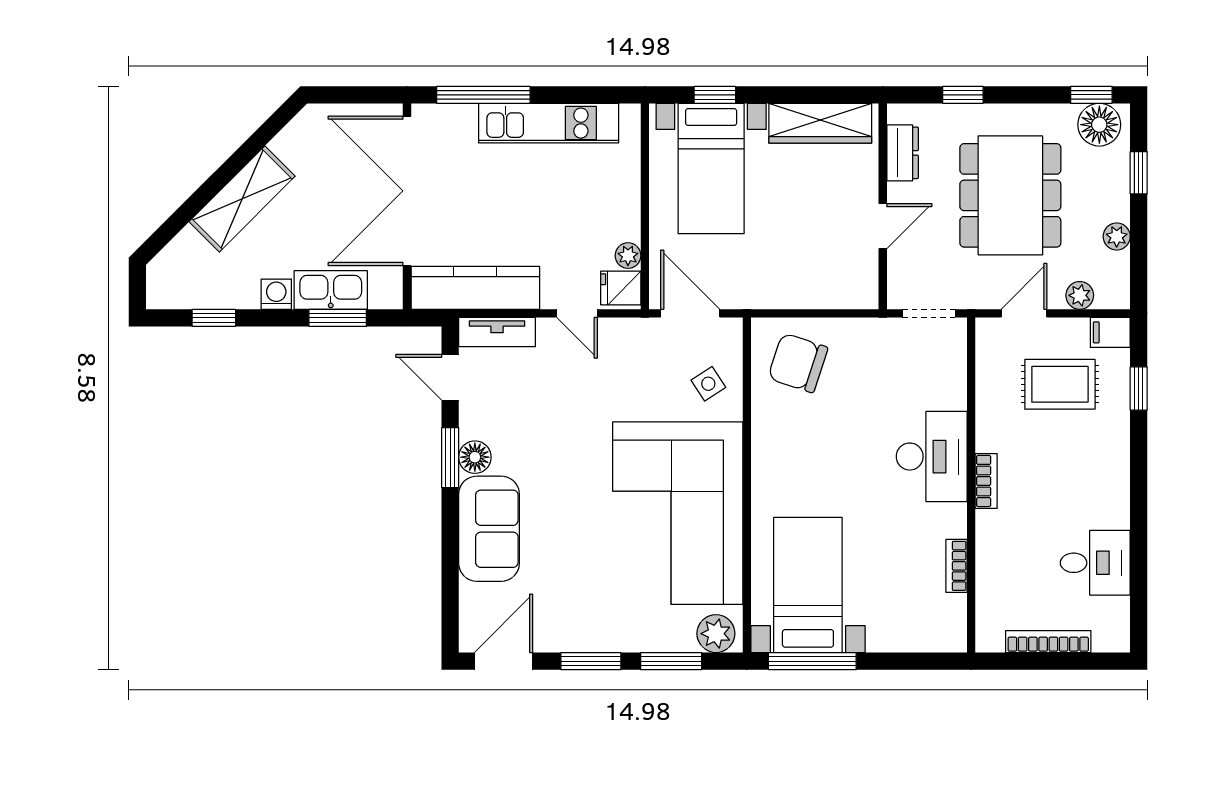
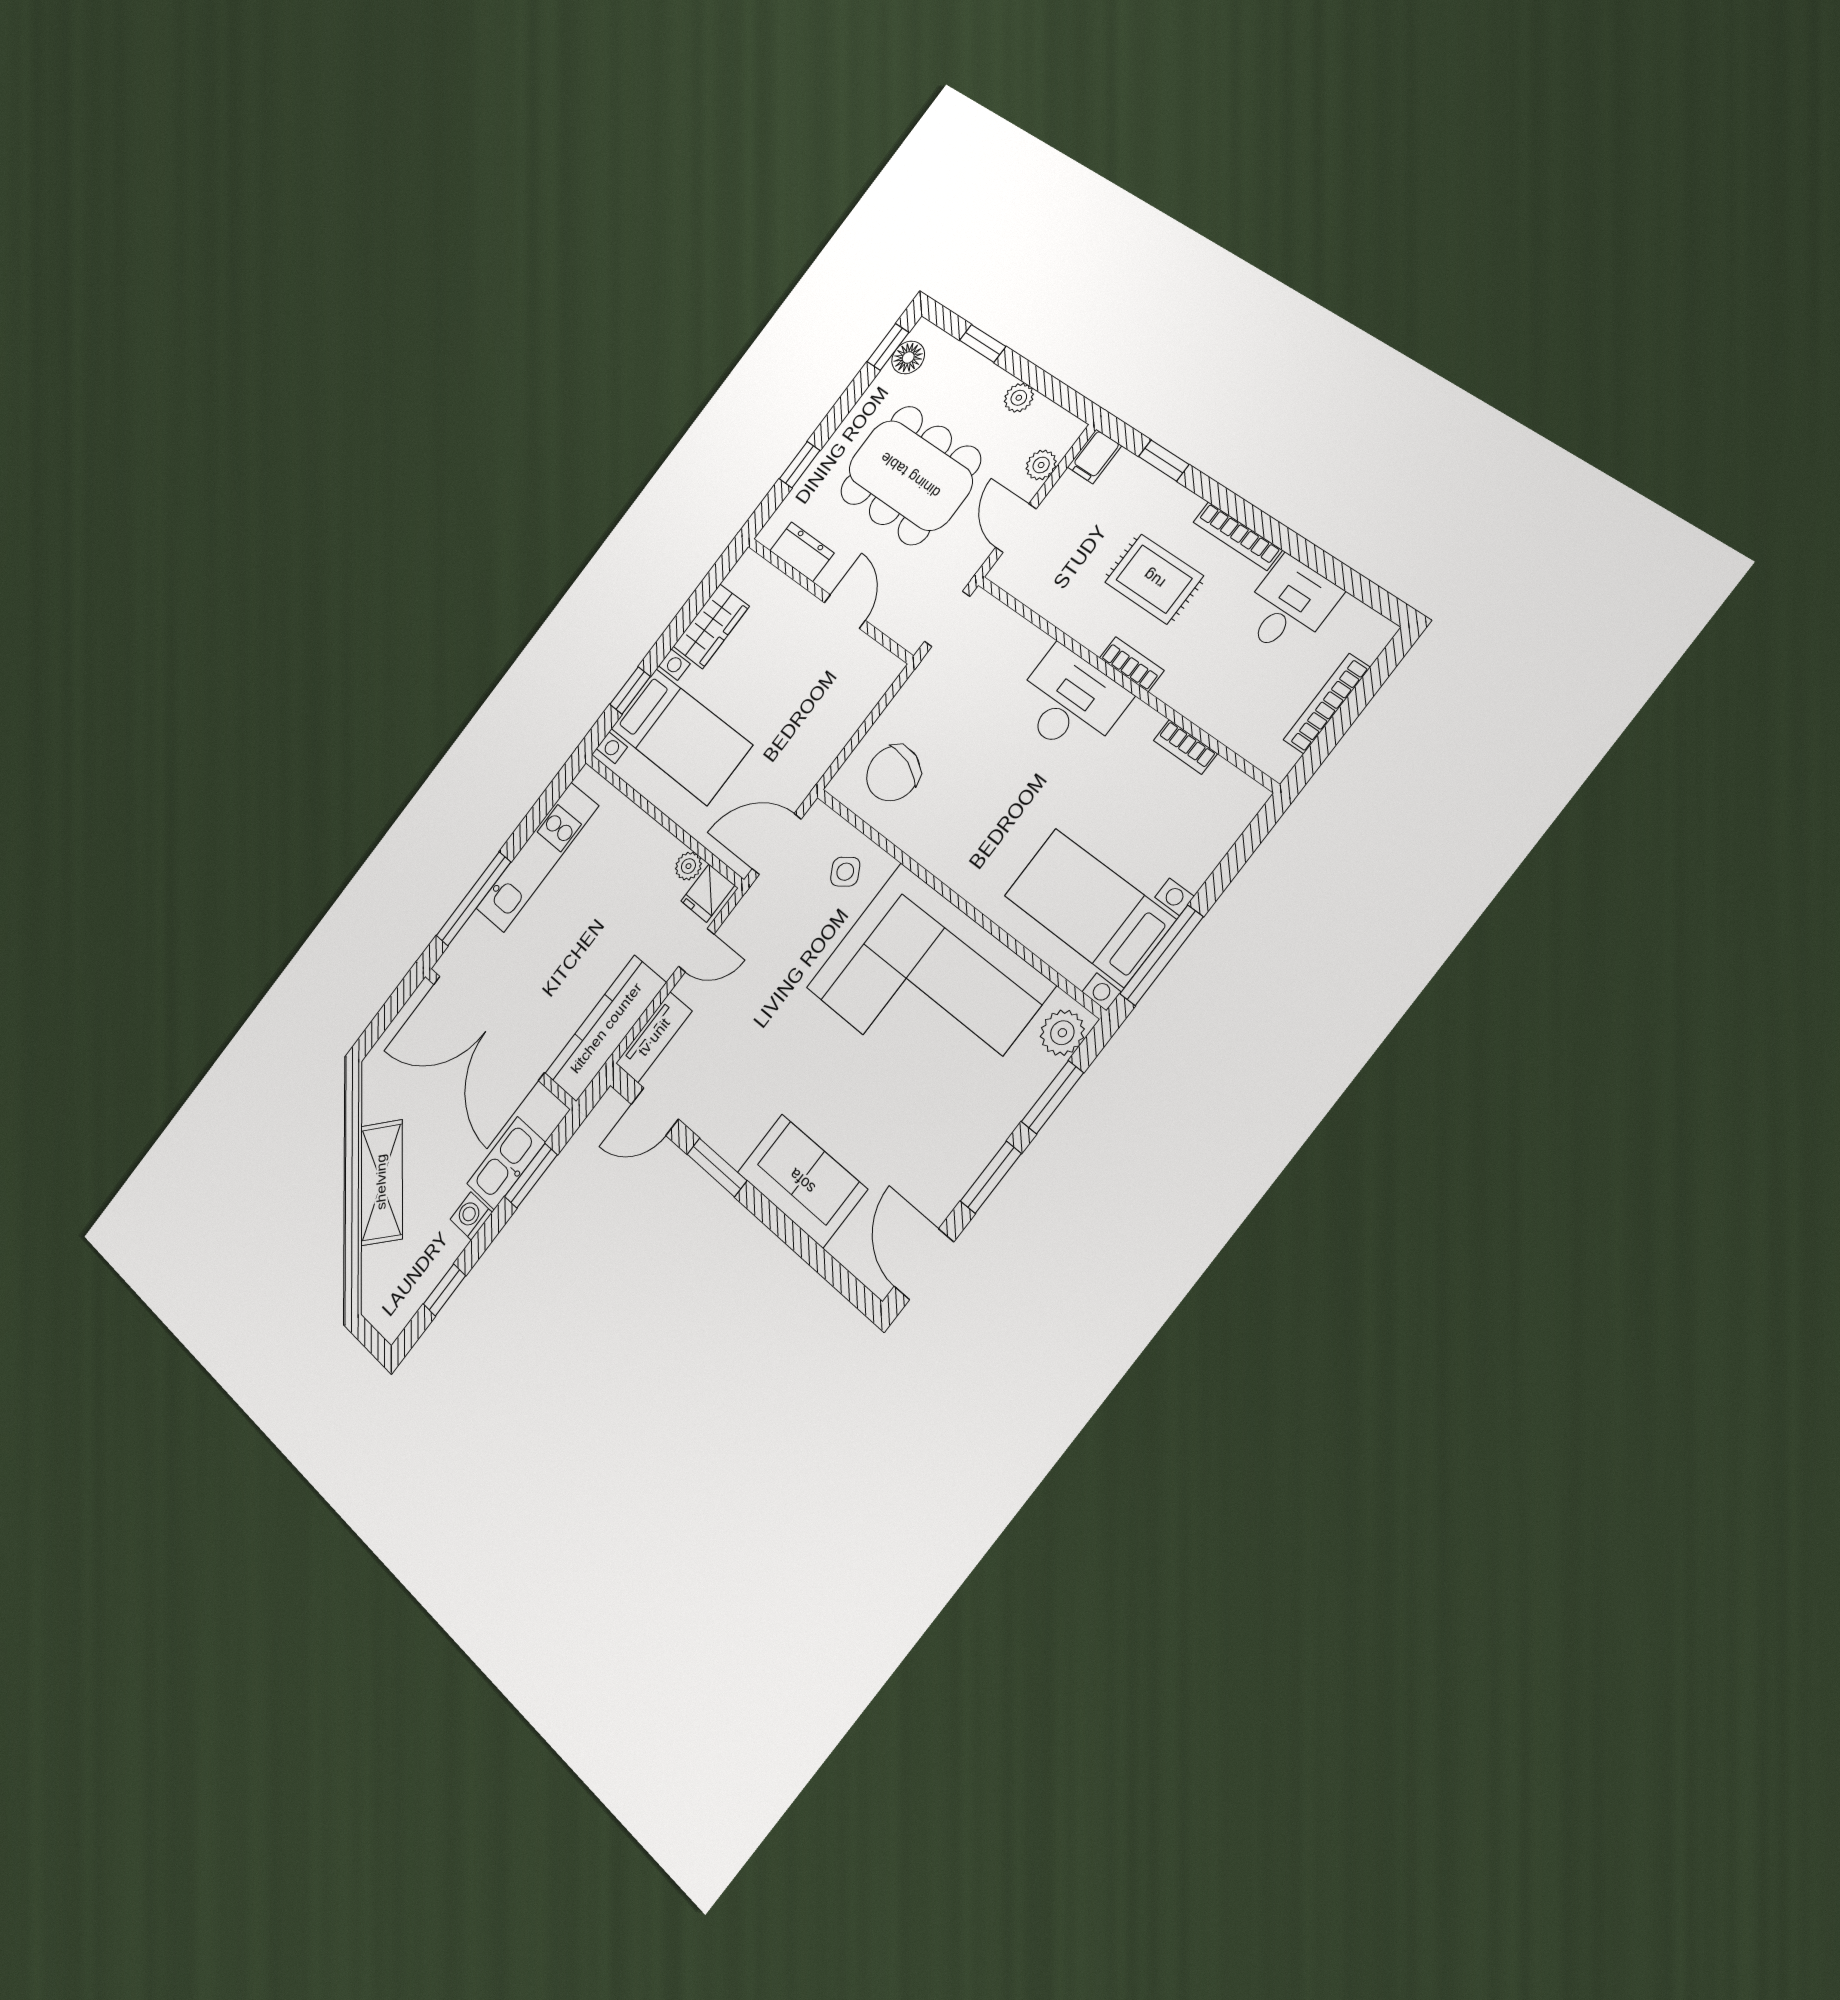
wardrobe: (820, 123) -> (711, 626), width x0.67
floor lamp: (1099, 125) -> (908, 357), width x0.73, depth x0.73
rug: (1060, 384) -> (1154, 579), moved, turned 90
floor lamp: (475, 457) -> (734, 1143), removed
bookcase: (1120, 487) -> (1238, 536), added

